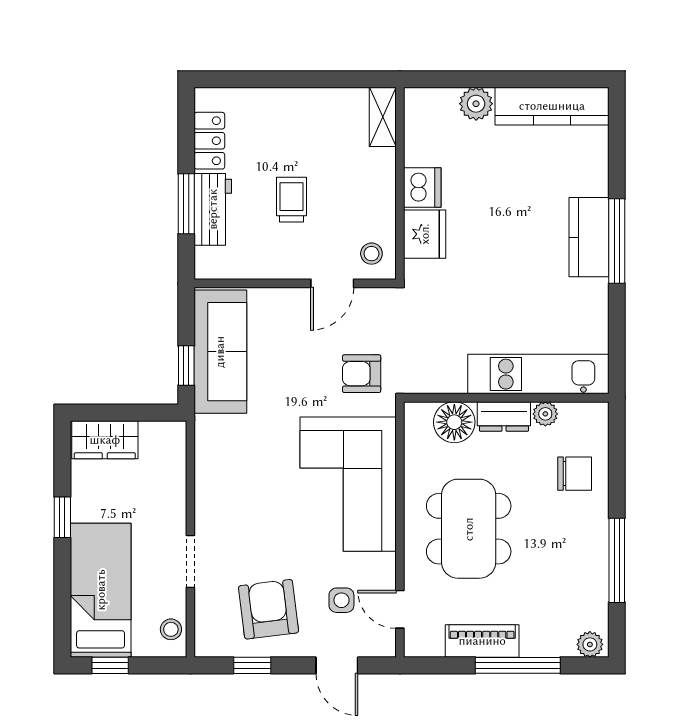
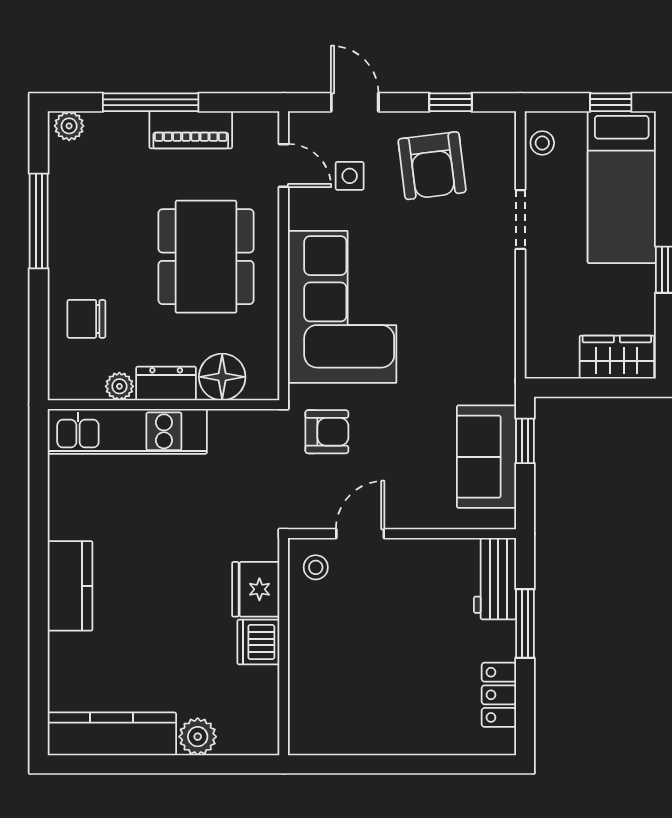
shelving: (383, 117) -> (303, 722), removed
trolley: (291, 200) -> (406, 628), removed
workbench: (213, 209) -> (495, 579), moved
window: (617, 241) -> (39, 581), removed
sofa: (220, 352) -> (486, 457), width x0.73

